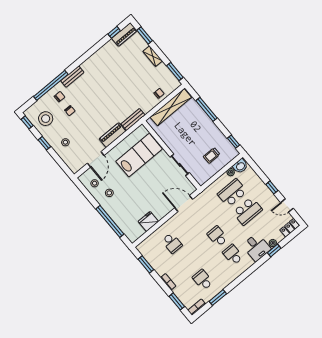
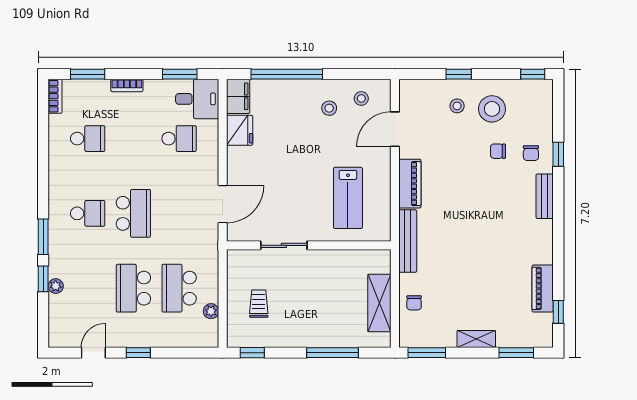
piano: (124, 34) -> (543, 288), moved
window: (51, 85) -> (558, 154), width x0.32
shelving: (171, 107) -> (379, 303), width x0.68
stool: (46, 119) -> (492, 109), moved
bench: (133, 119) -> (408, 241), width x1.36
window: (44, 143) -> (459, 74), moved
lab bench: (139, 155) -> (348, 198), width x0.73, depth x0.72
door: (96, 159) -> (395, 129), hinge flipped
washbasin: (240, 166) -> (208, 333), removed
school desk: (232, 193) -> (179, 288), turned 180
locker: (290, 228) -> (57, 329), removed
filing cabinet: (135, 233) -> (238, 96), added
school desk: (217, 236) -> (133, 213), width x1.85
school desk: (172, 243) -> (179, 139), turned 180
desk: (256, 247) -> (197, 99), moved, turned 180
window: (218, 298) -> (43, 237), moved

